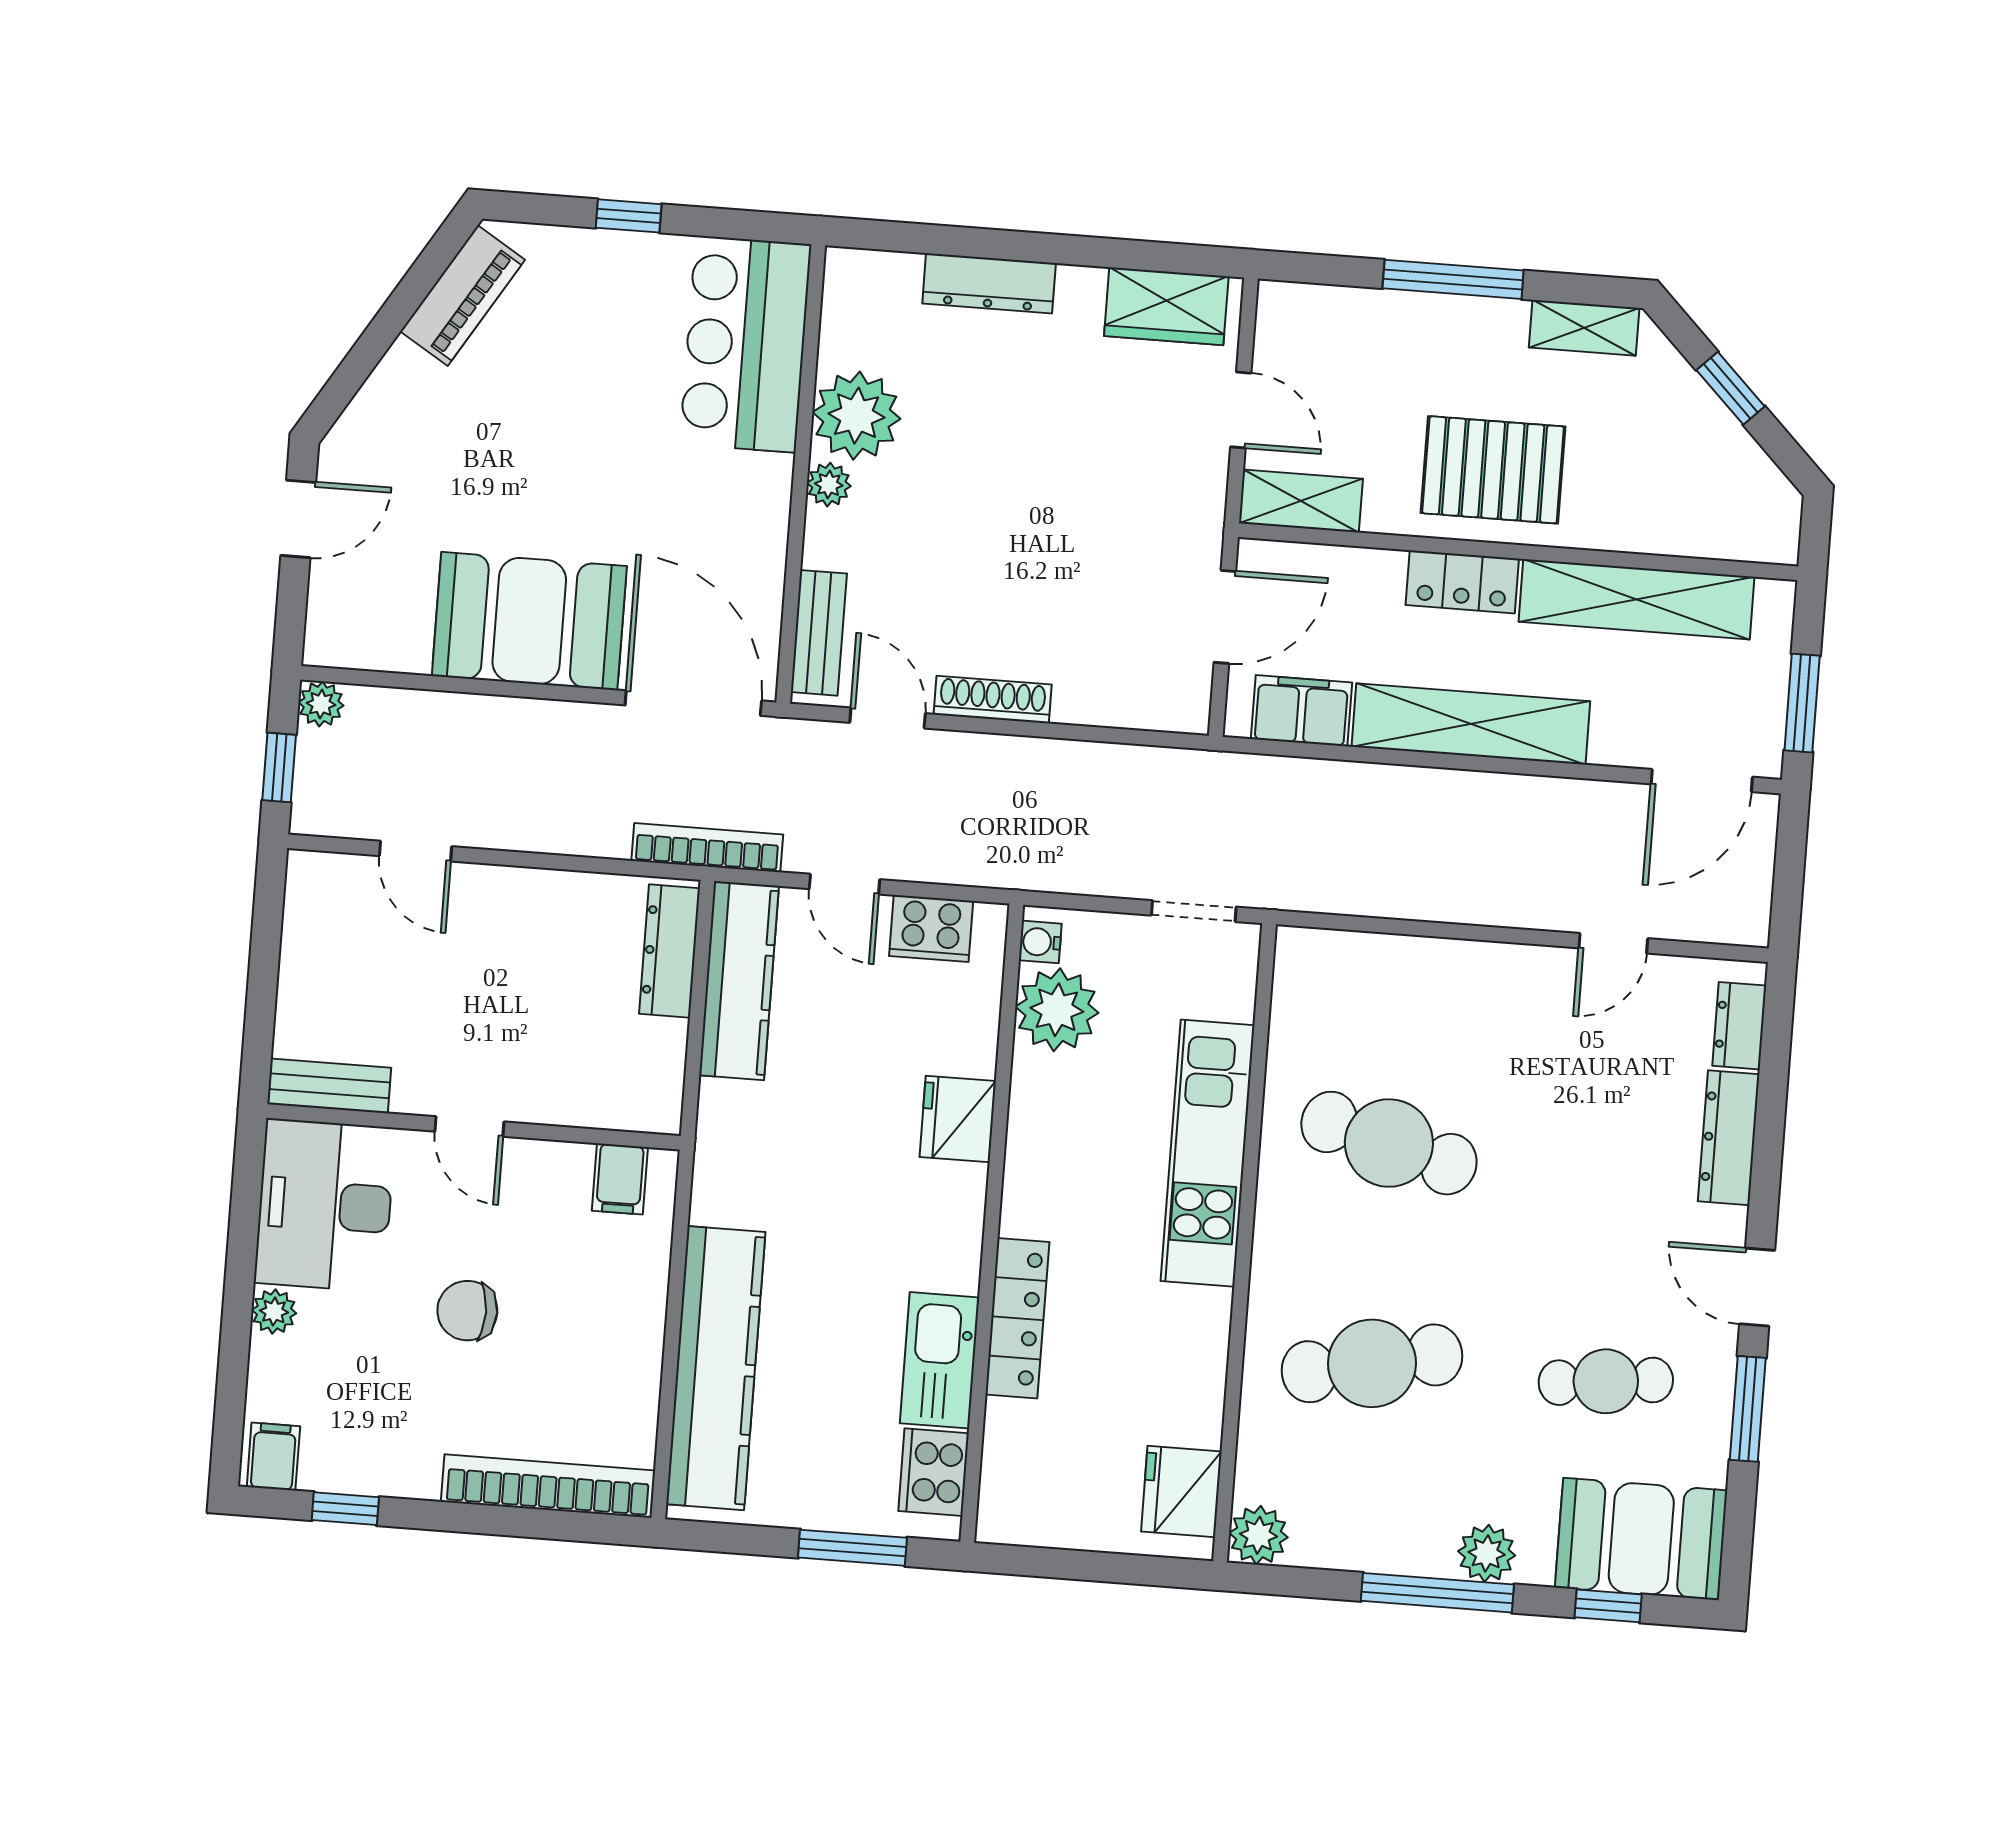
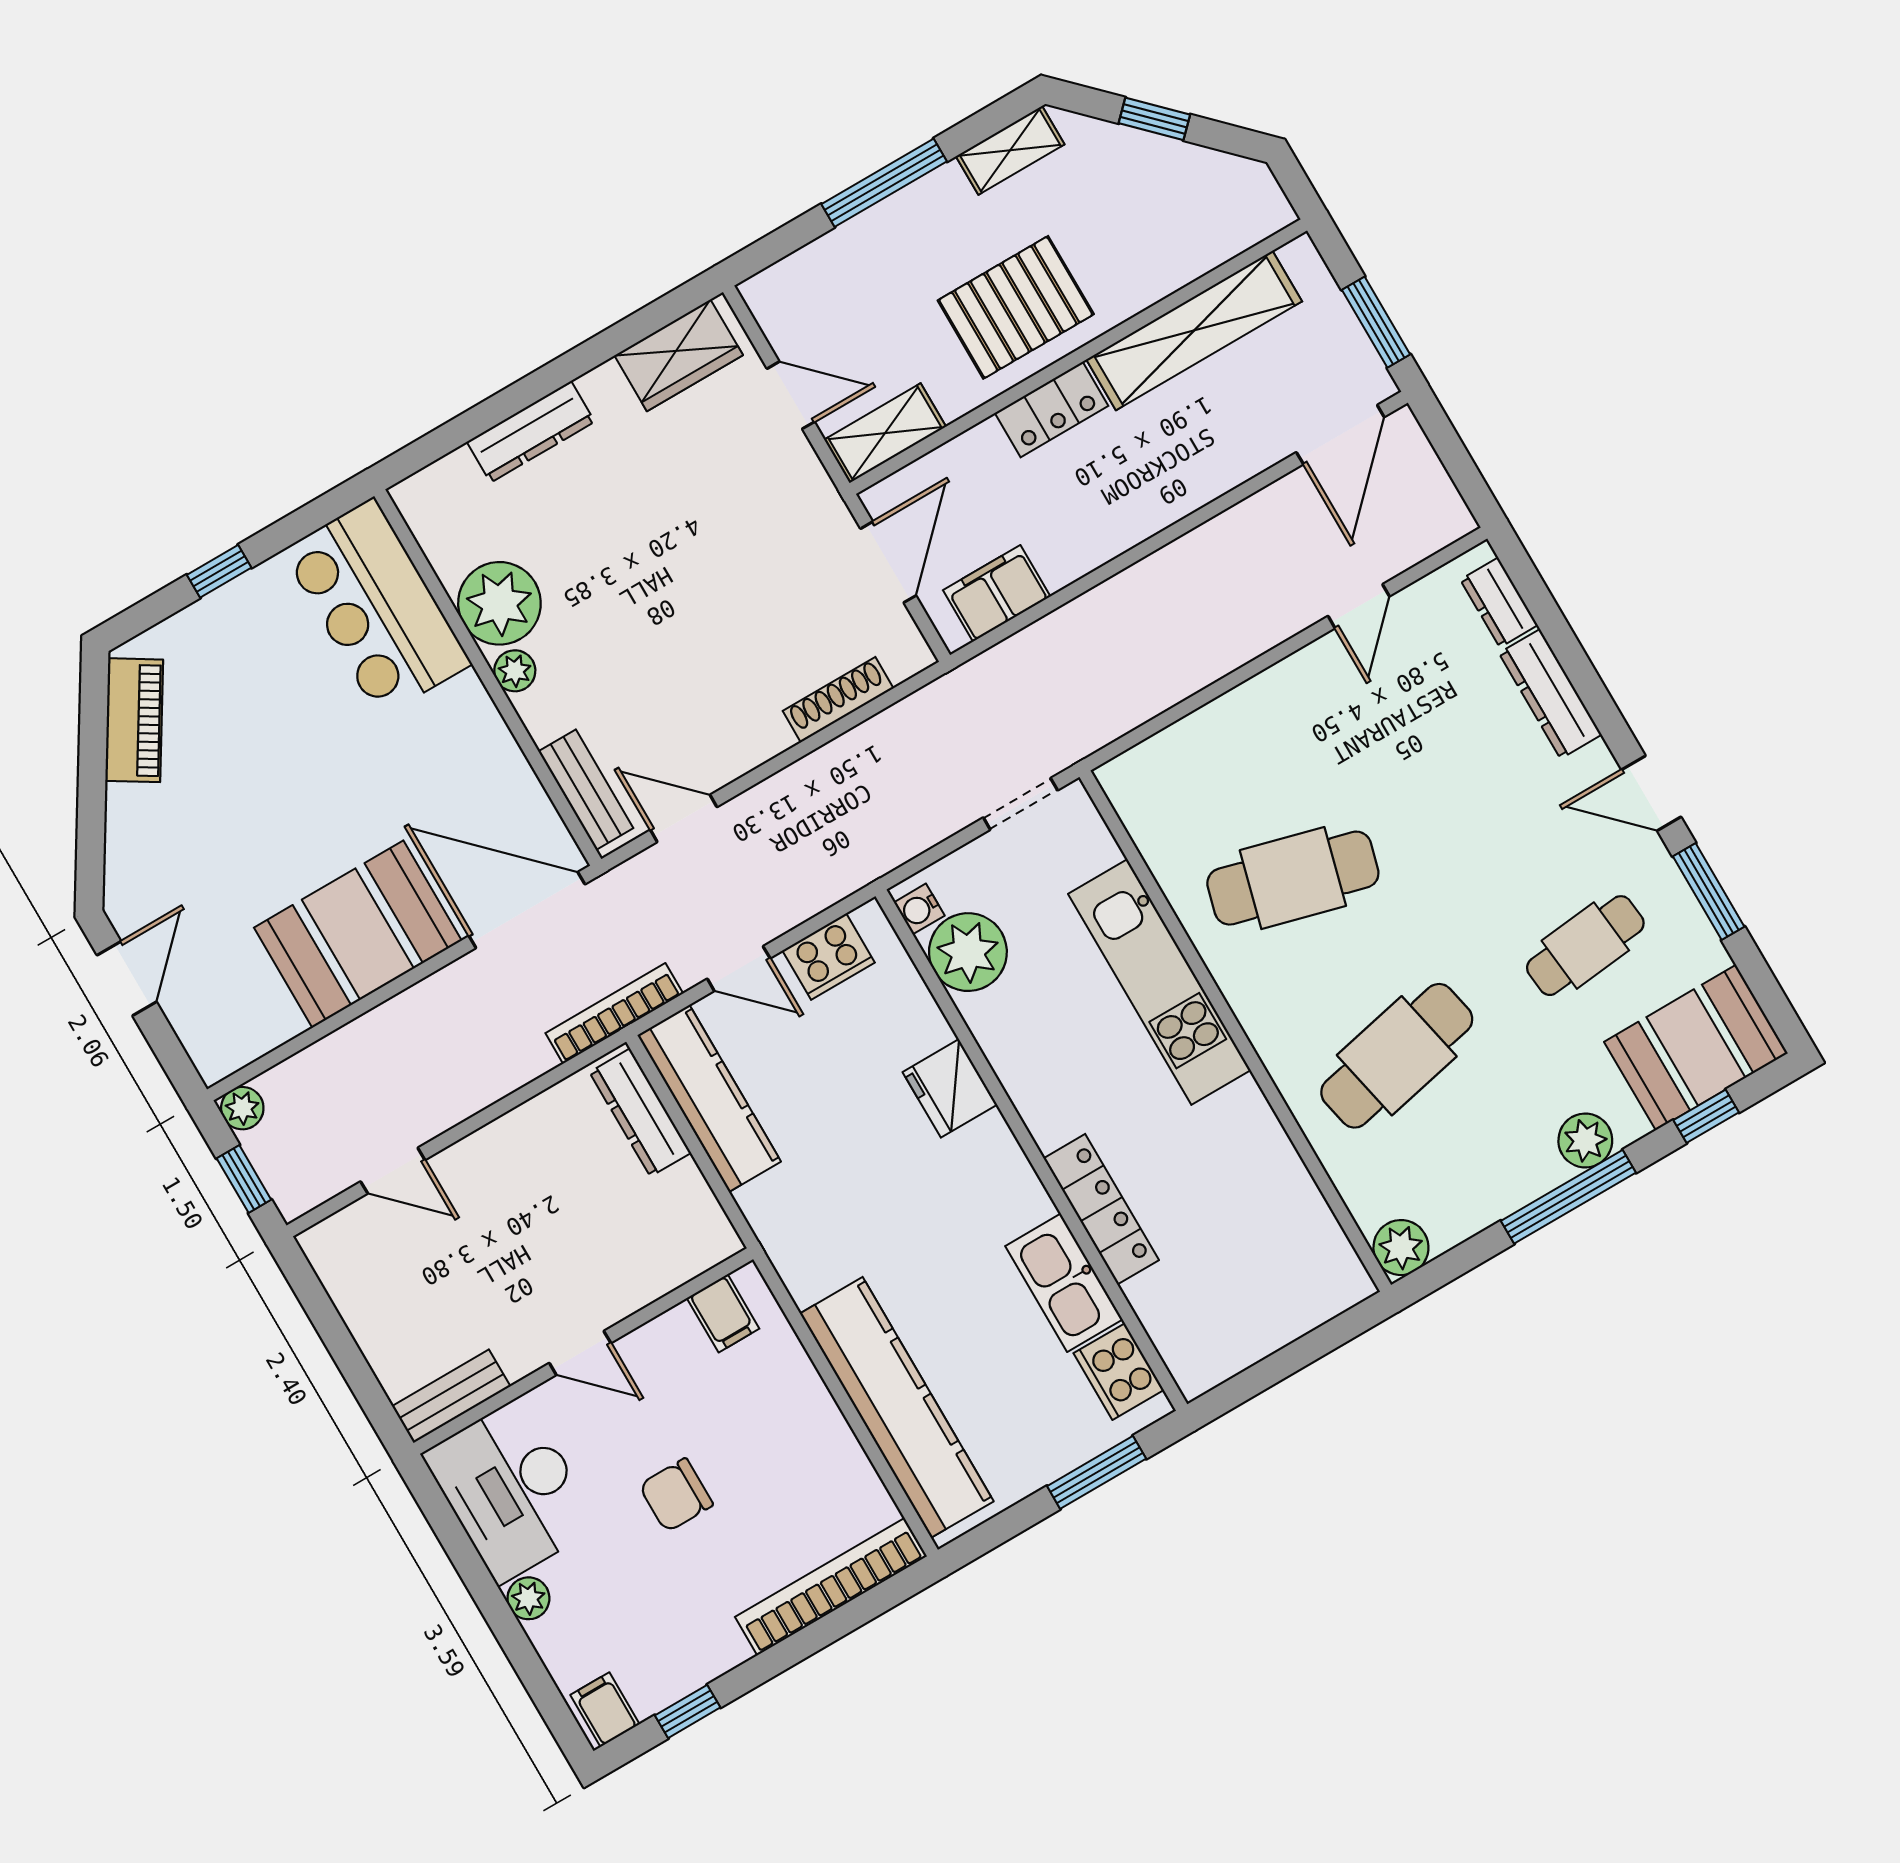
shoe rack: (993, 700) -> (838, 700), moved
shelving: (1471, 724) -> (1133, 514), removed
fridge: (1181, 1491) -> (1319, 1255), removed

